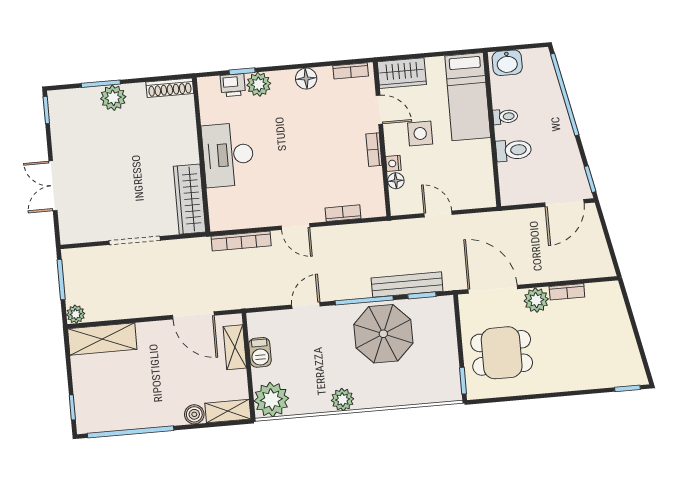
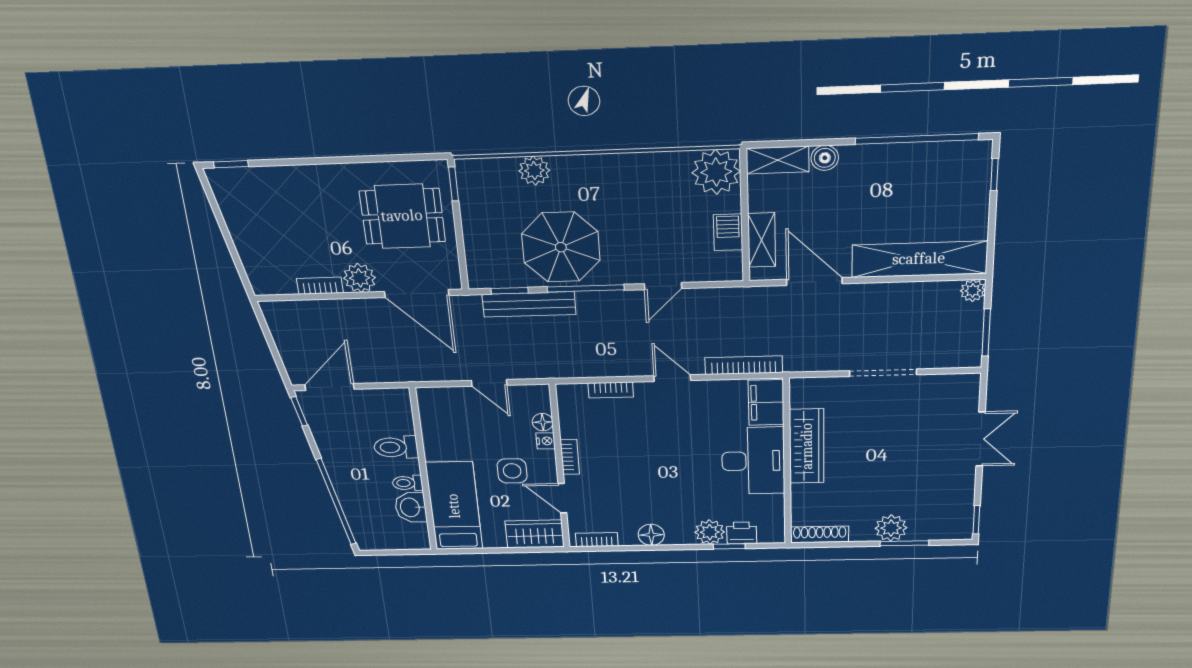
washbasin: (507, 63) -> (411, 507), moved, turned -90
wardrobe: (190, 199) -> (807, 446), moved
filing cabinet: (222, 209) -> (766, 403), added
shelving: (102, 339) -> (919, 259), width x1.47
plant: (343, 400) -> (534, 171), moved

